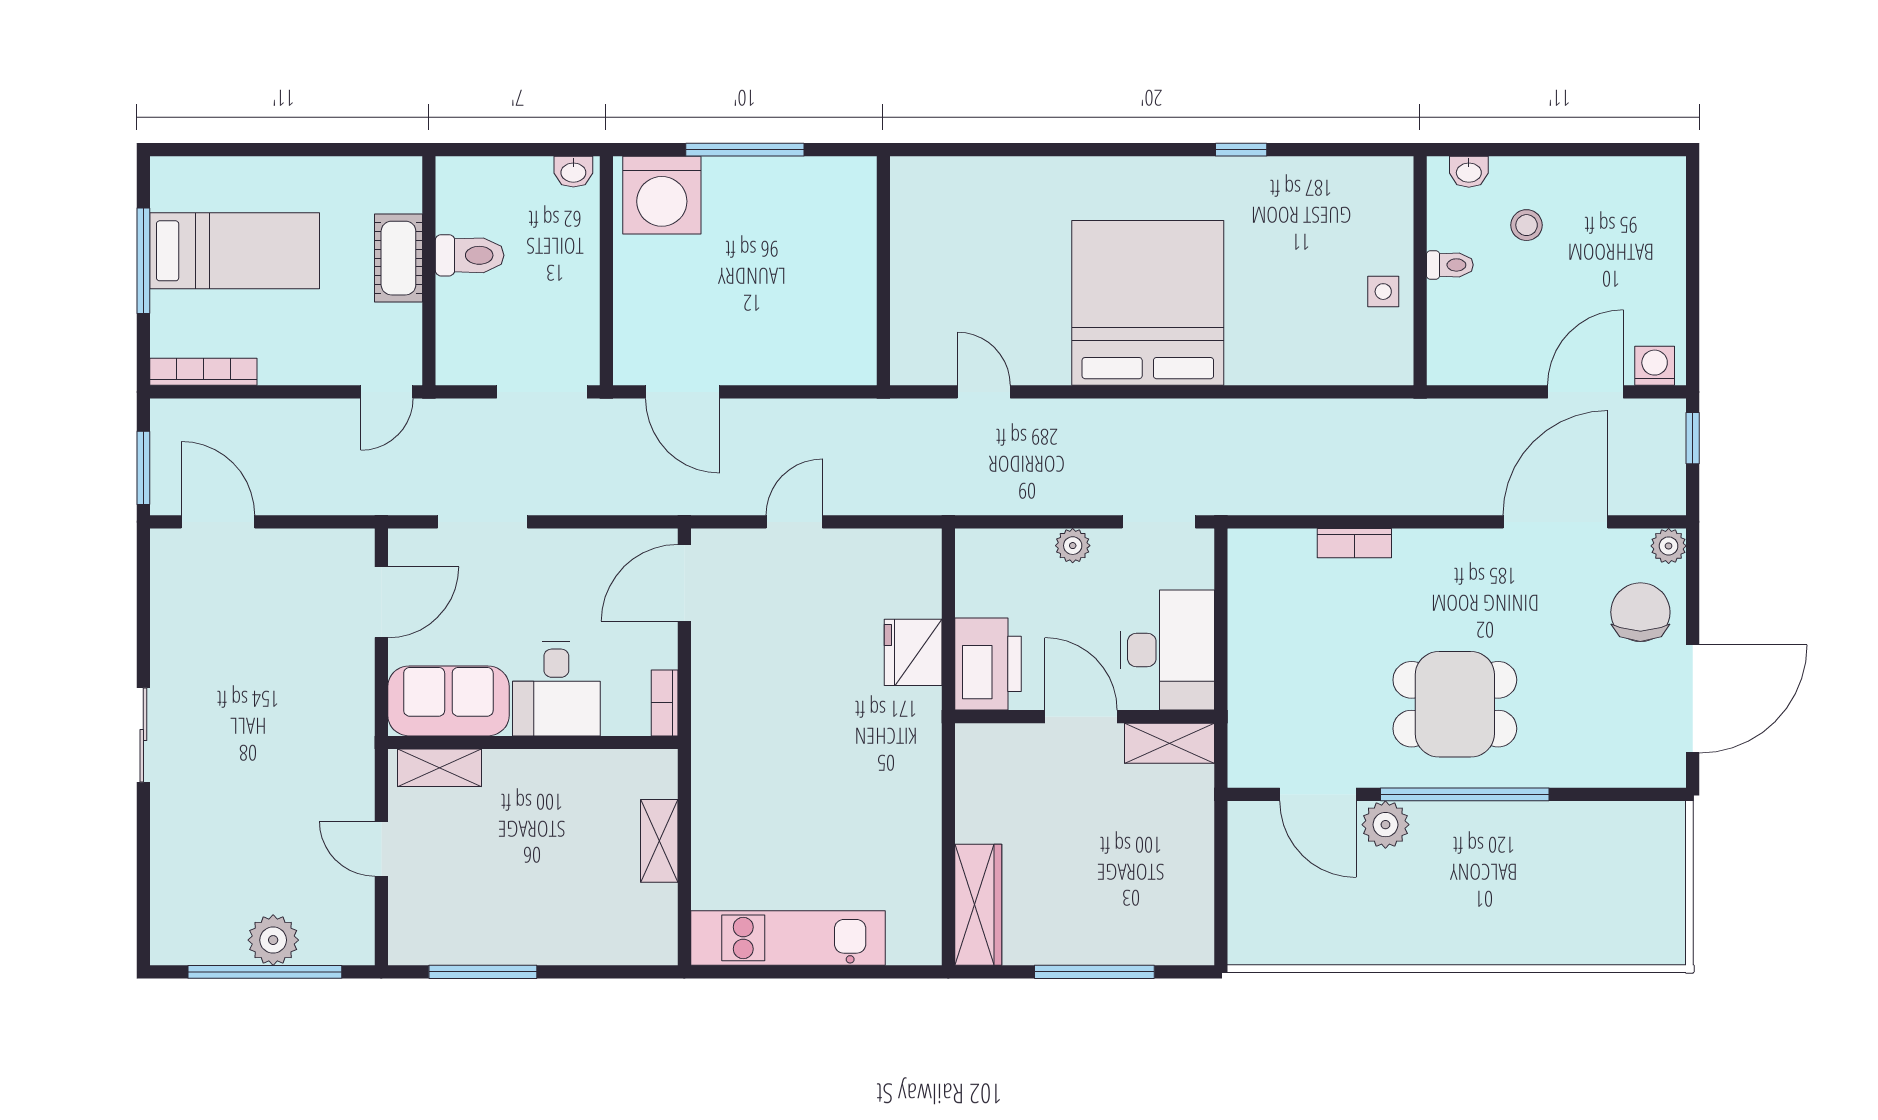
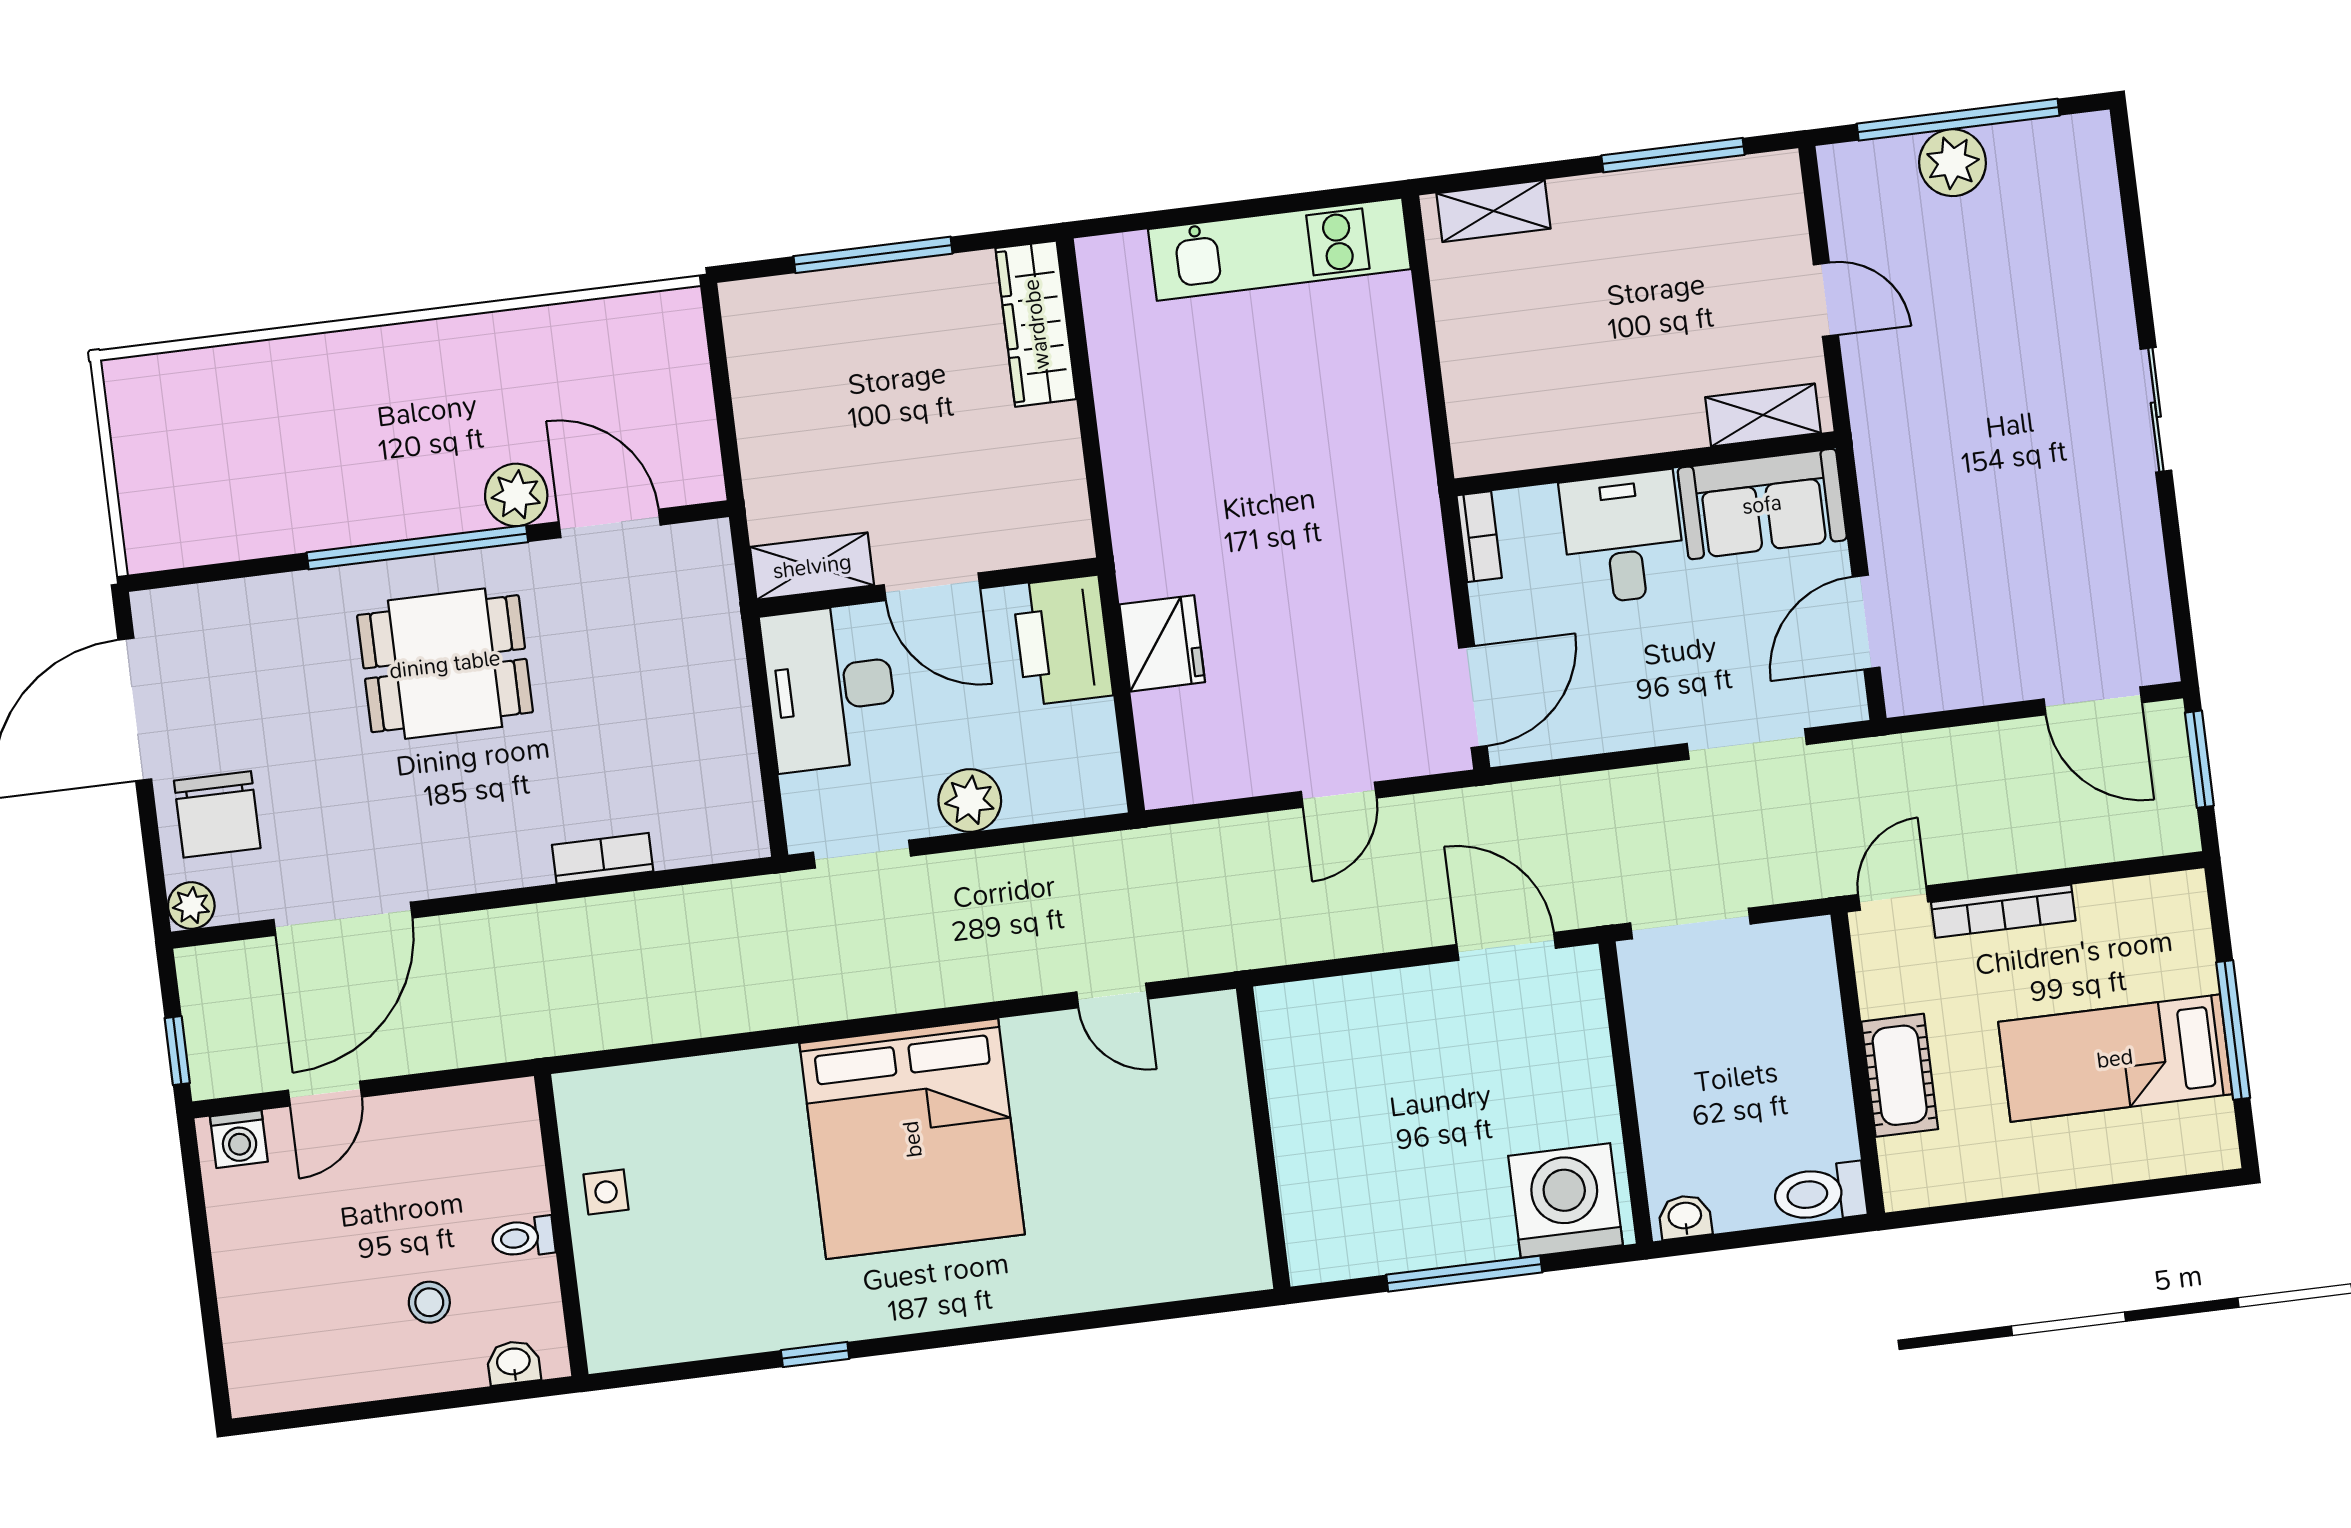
toilet: (470, 255) -> (1820, 1193), moved
bookcase: (203, 372) -> (2003, 911), moved
door: (1585, 392) -> (325, 1094), width x0.73
plant: (1073, 546) -> (970, 801), width x1.38, depth x1.38
shelving: (659, 841) -> (1493, 211), moved, turned 90

